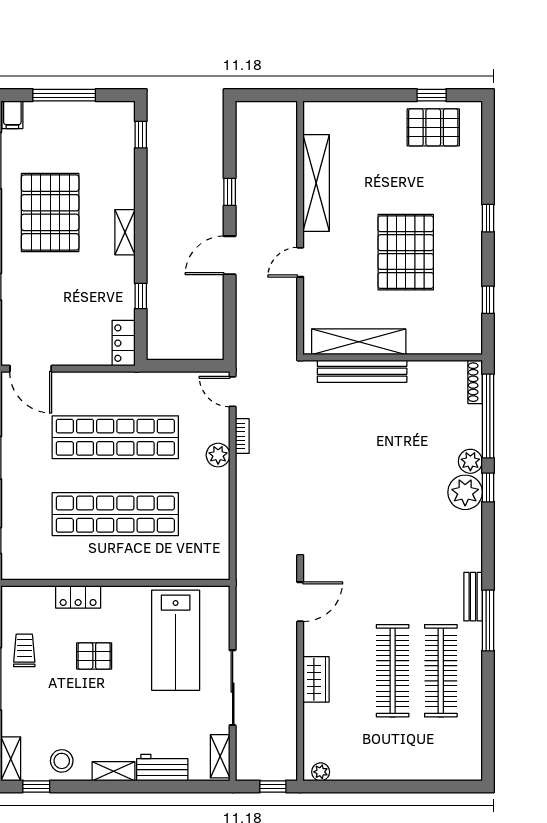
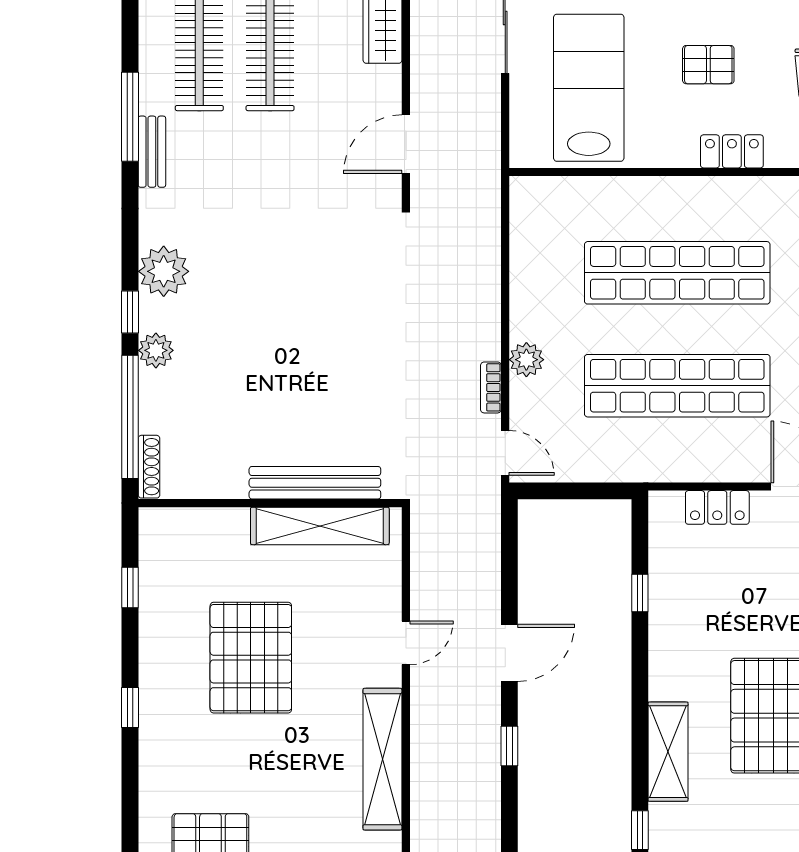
shelving: (125, 232) -> (668, 752), moved, width x1.50, depth x1.33
locker: (124, 343) -> (717, 507), moved, turned 90
plant: (465, 492) -> (164, 271), moved

